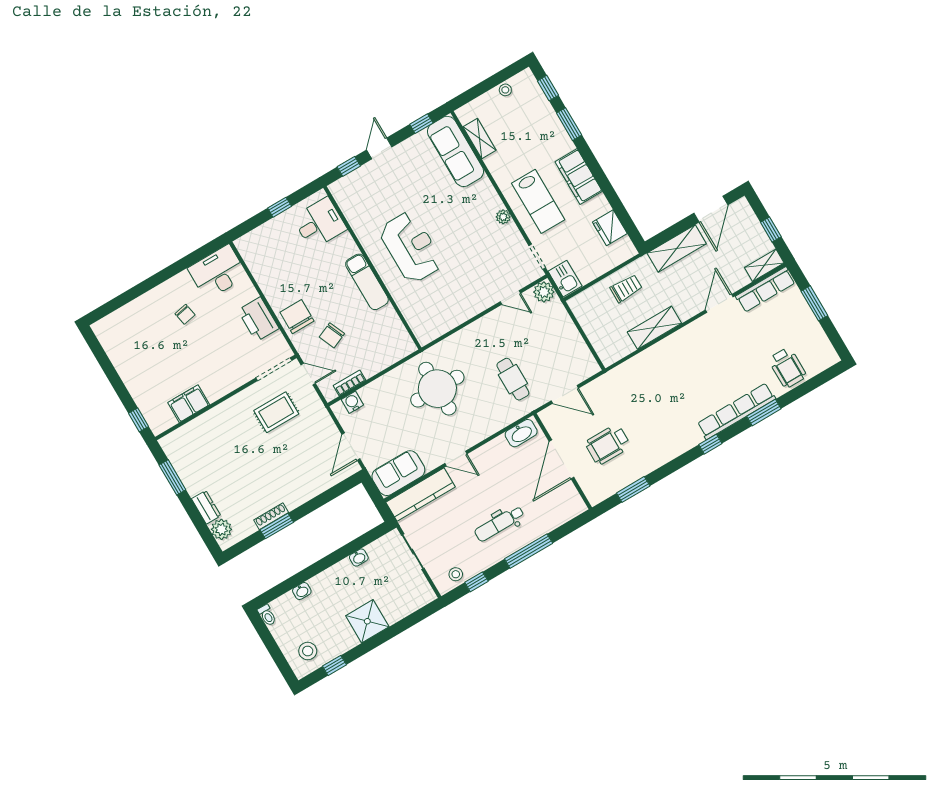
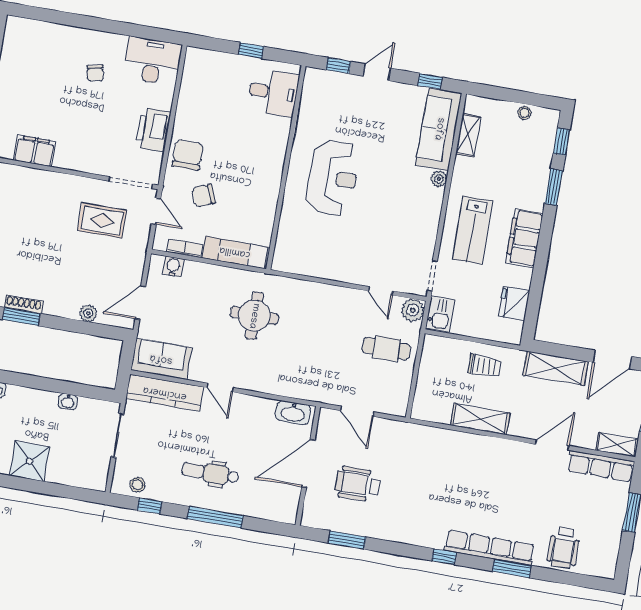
plant: (503, 217) -> (439, 179), moved
exam couch: (367, 282) -> (235, 252), moved, turned 90
cafe table: (513, 379) -> (386, 349), moved, turned 90
round table: (437, 389) -> (254, 316), width x0.73, depth x0.73
plant: (321, 485) -> (88, 313), added

